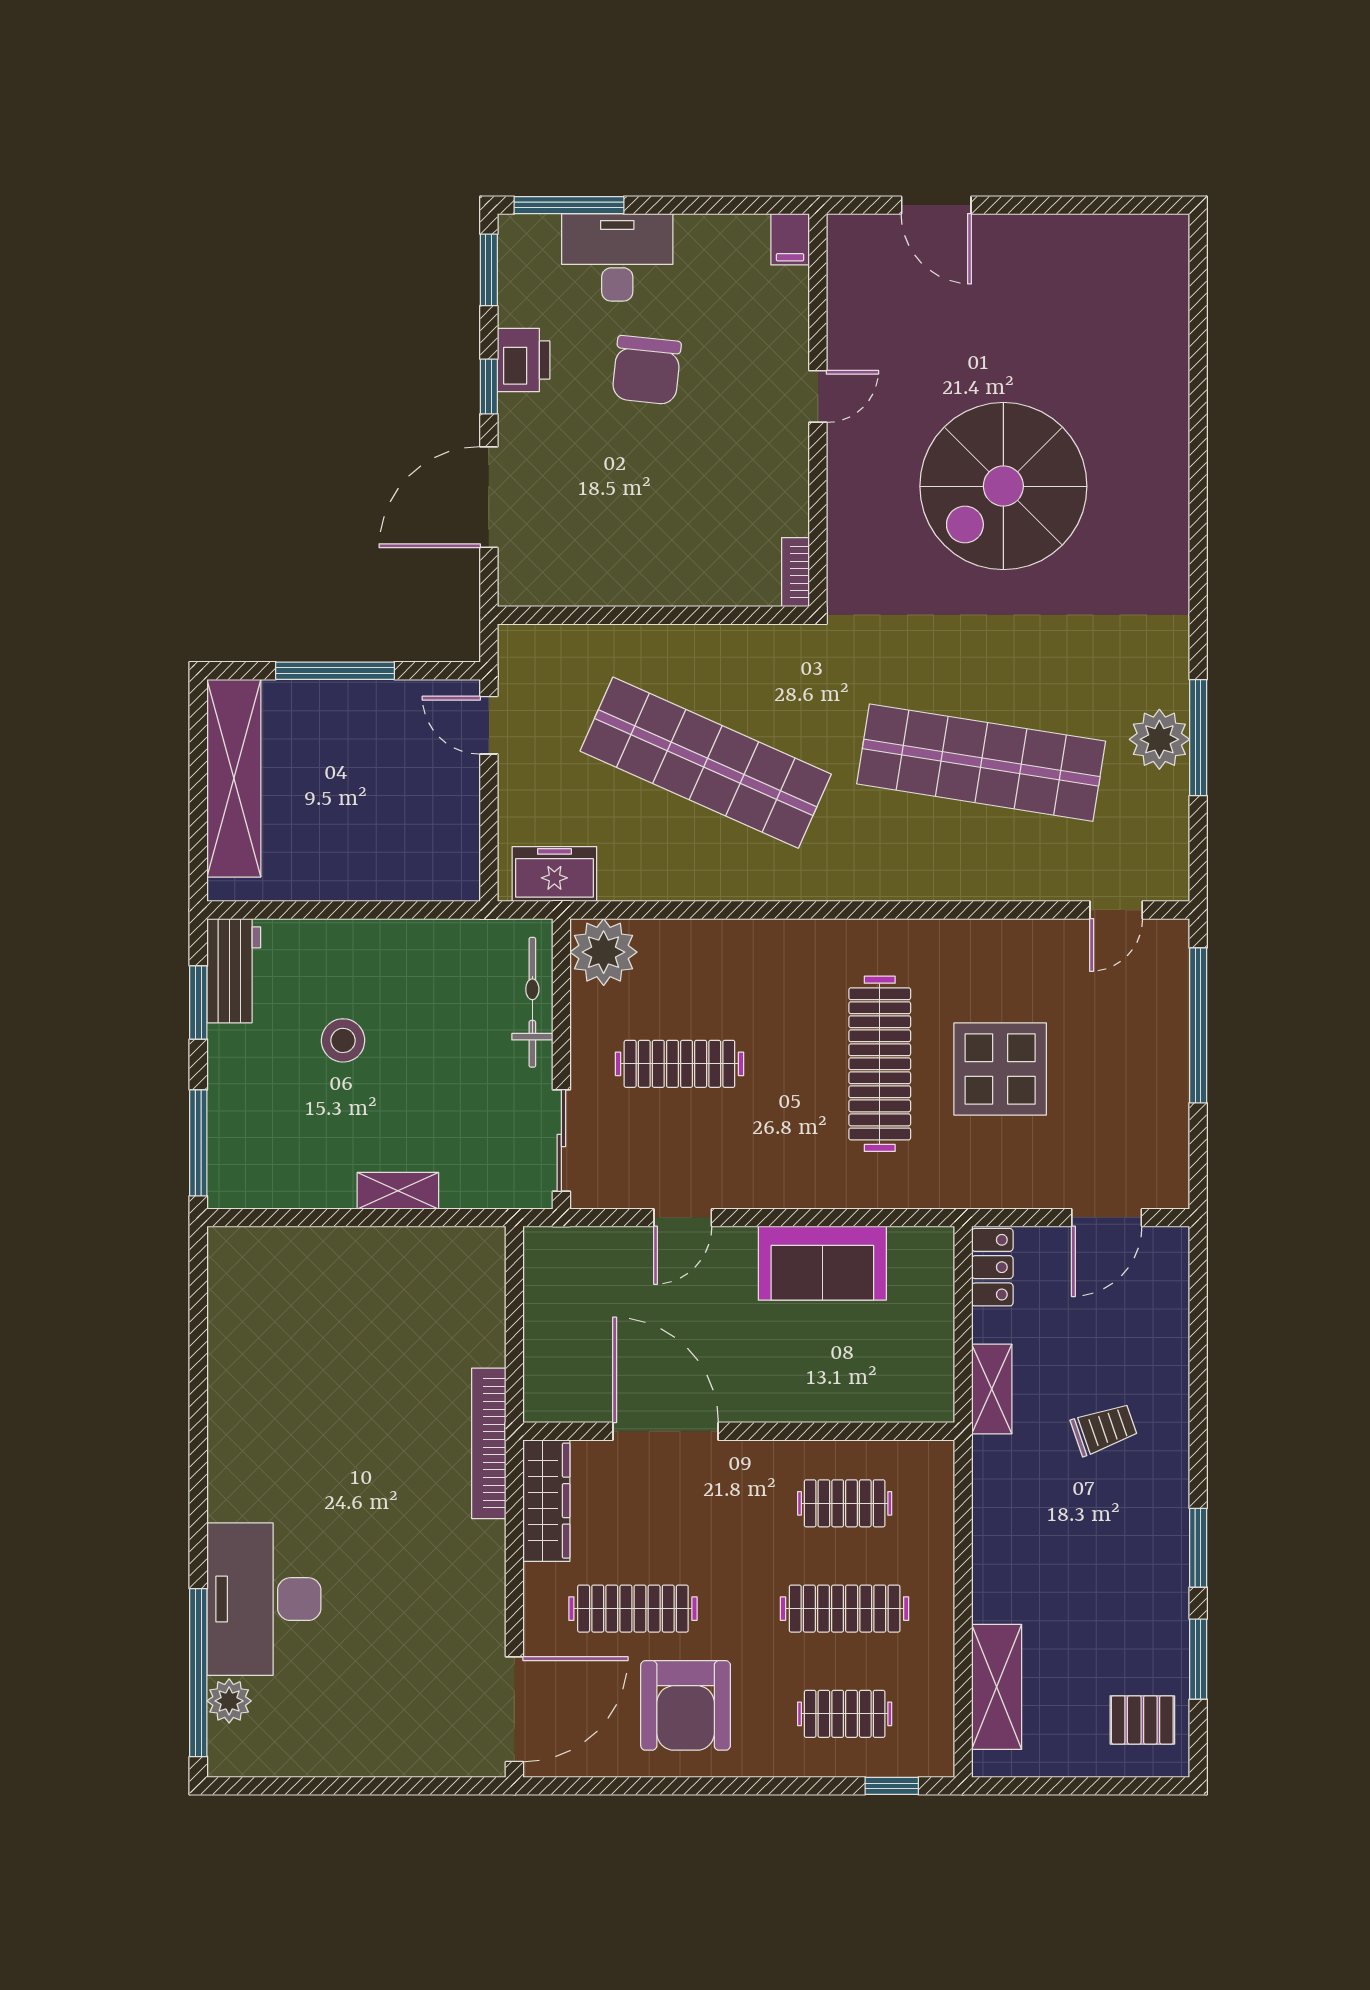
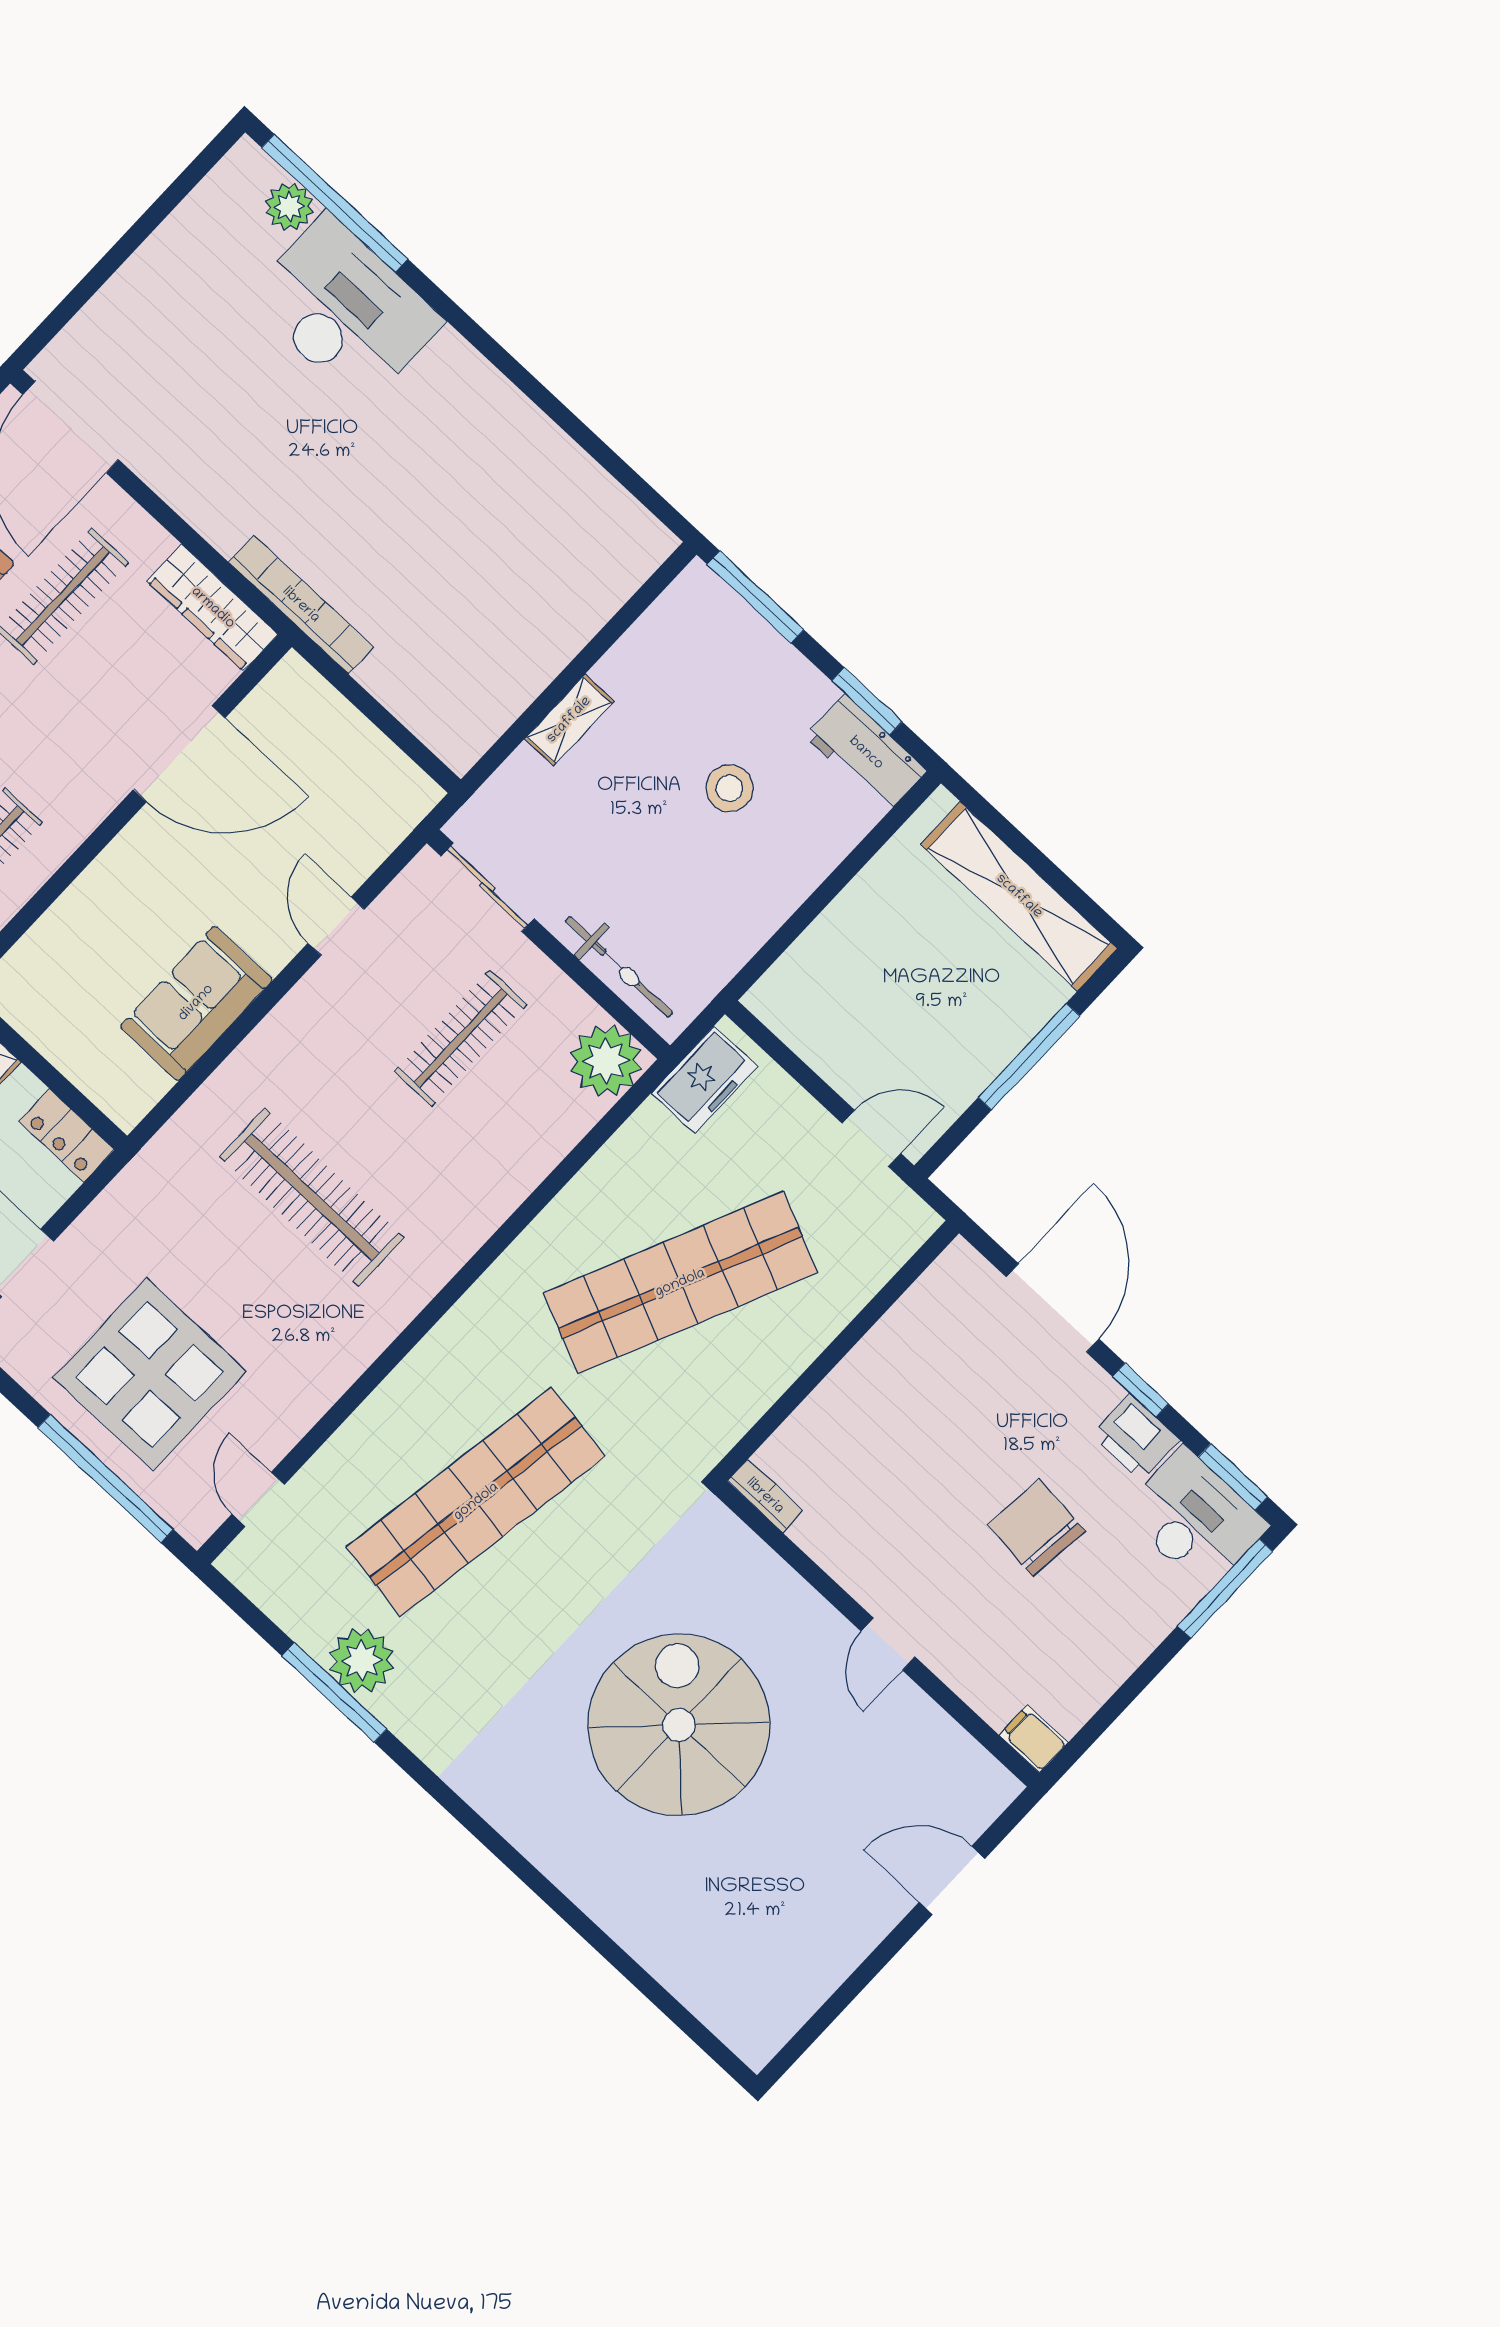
desk: (617, 257) -> (1195, 1519), moved, turned -90
display table: (1000, 1069) -> (150, 1375), moved, width x1.36, depth x1.36

